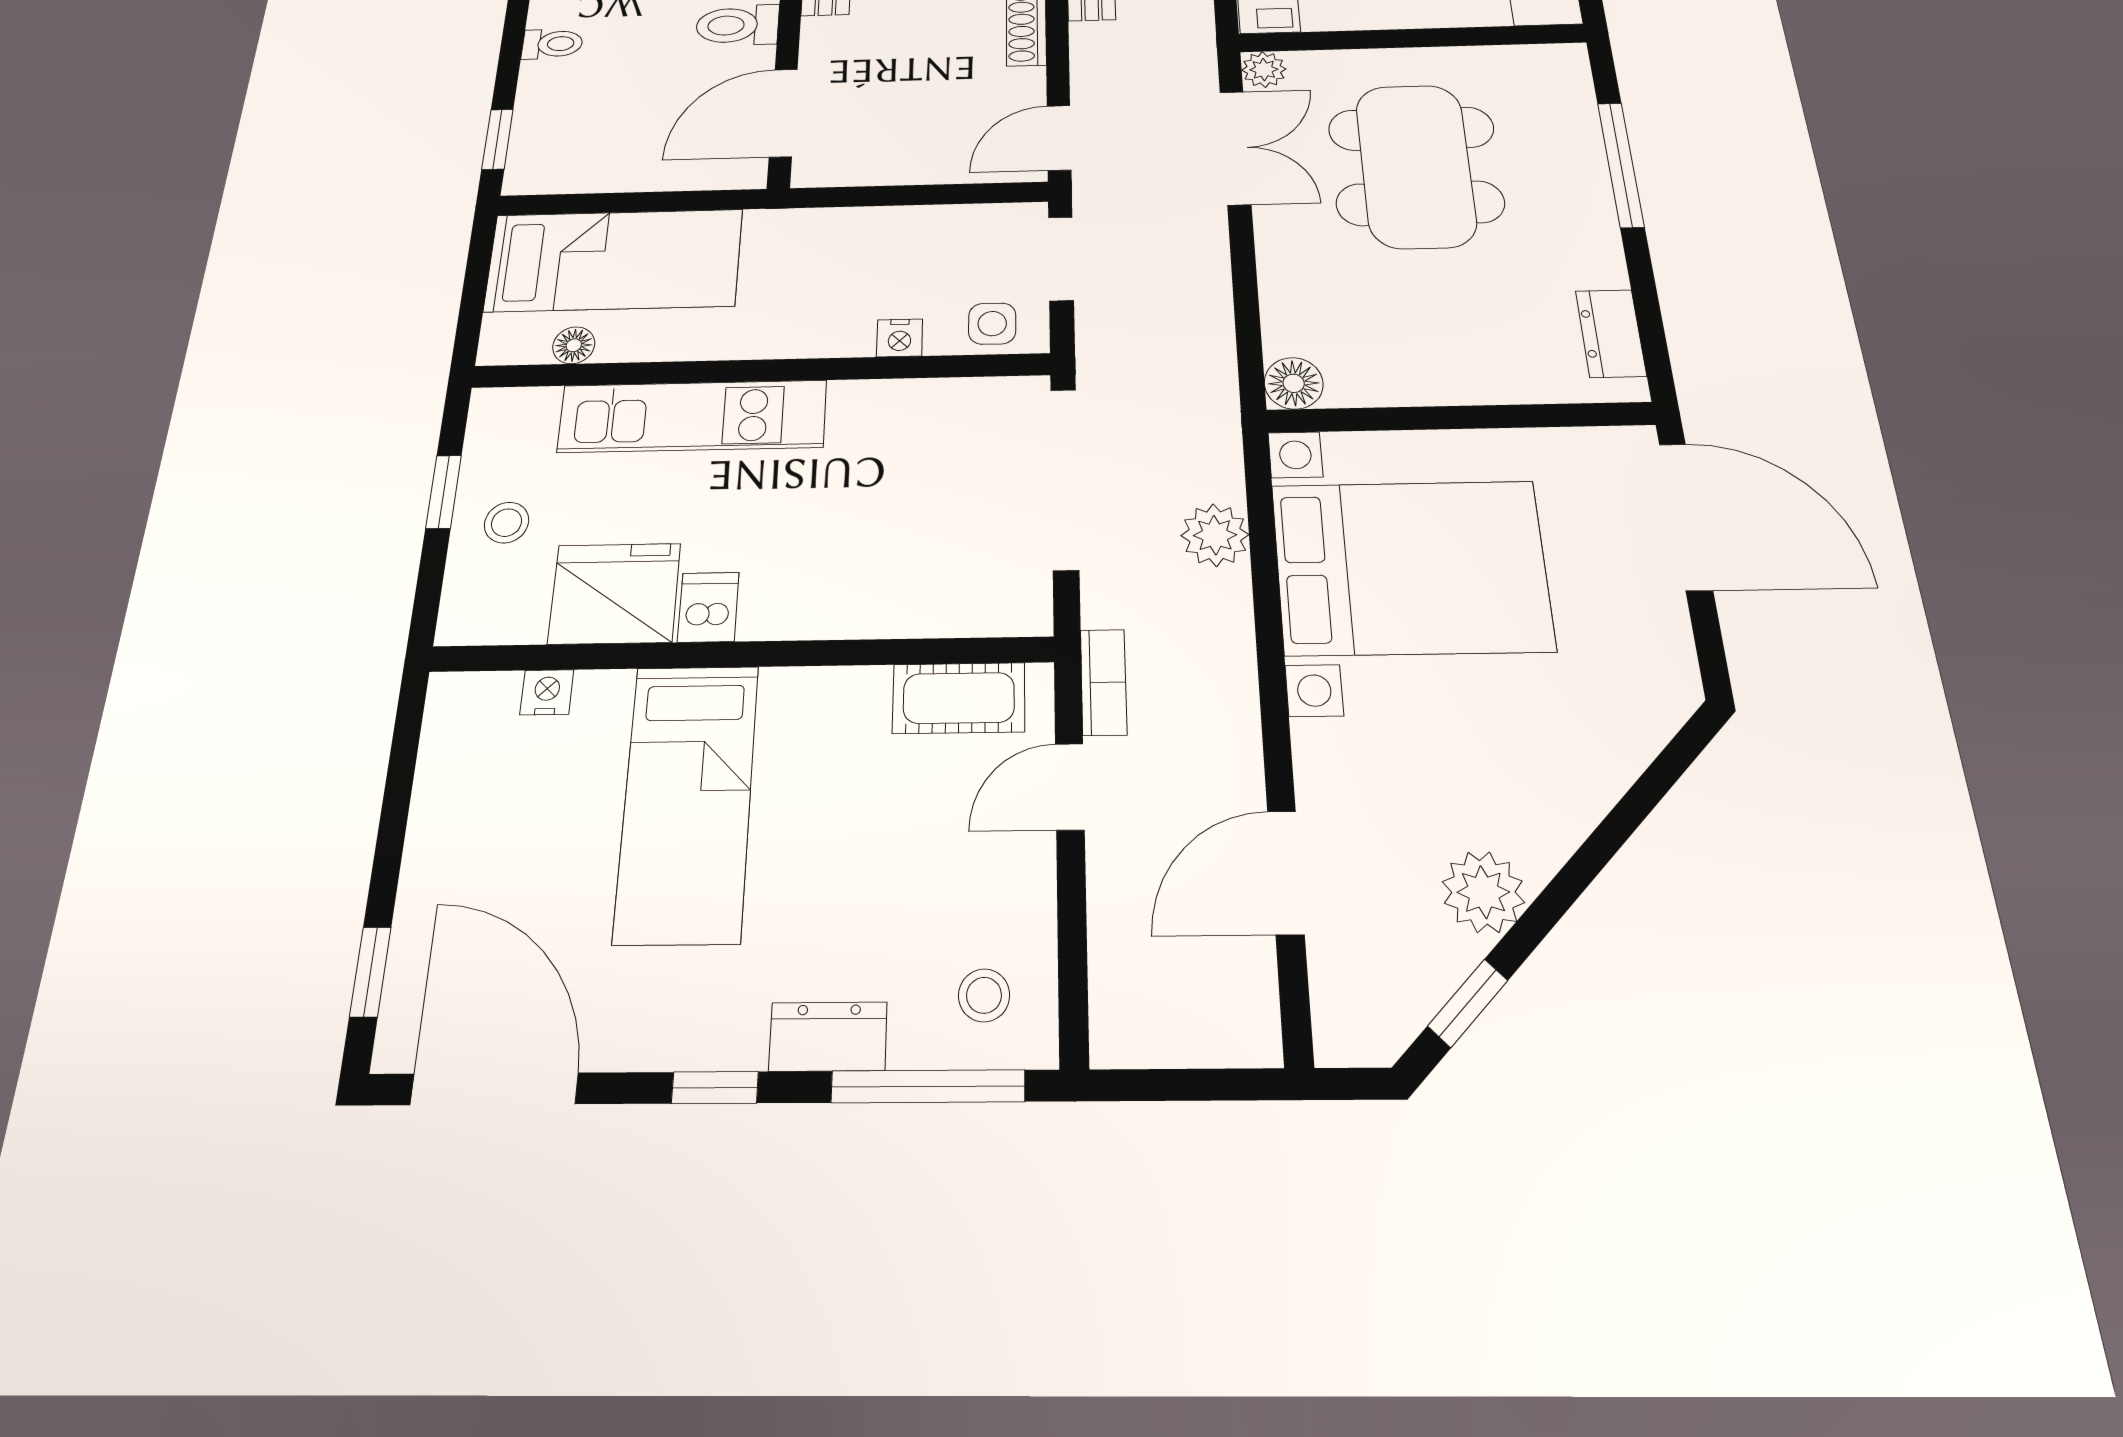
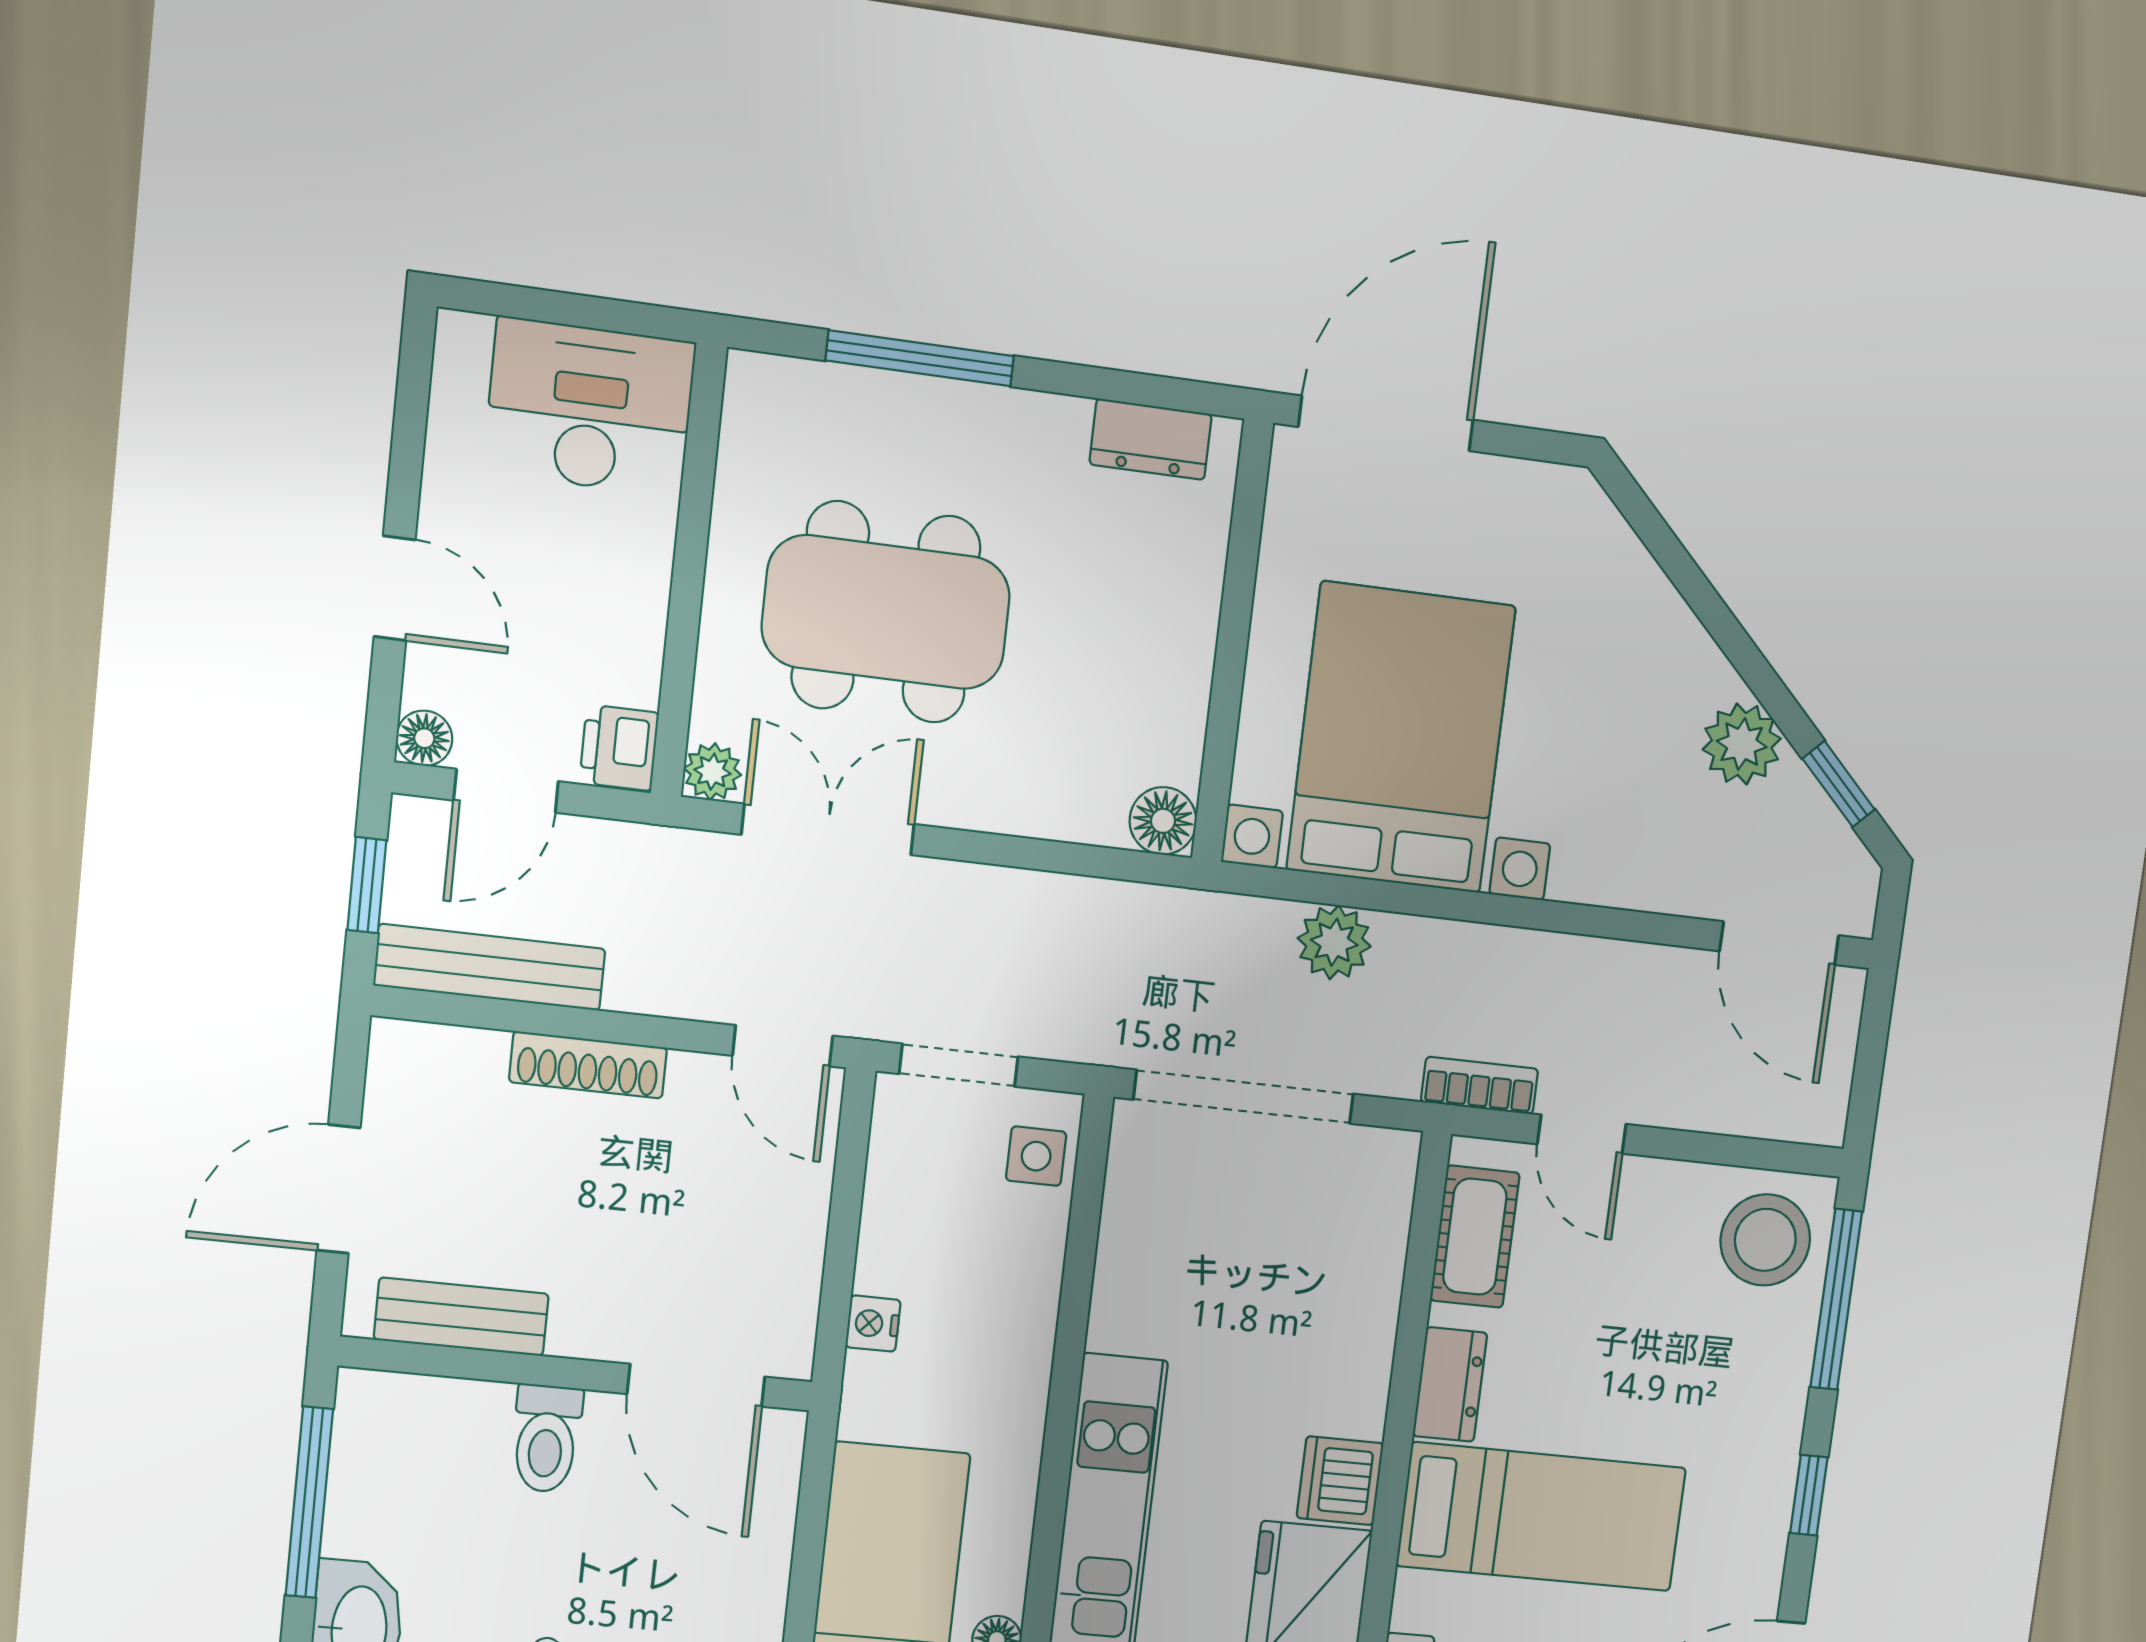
nightstand: (900, 338) -> (873, 1324), moved, turned 180
dishwasher: (708, 607) -> (1340, 1481), width x1.38
door: (1286, 873) -> (1779, 943), moved
stool: (984, 995) -> (1765, 1240), width x1.89, depth x1.89
dresser: (828, 1037) -> (1450, 1384), moved, turned 180

